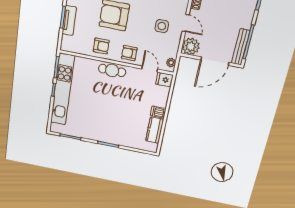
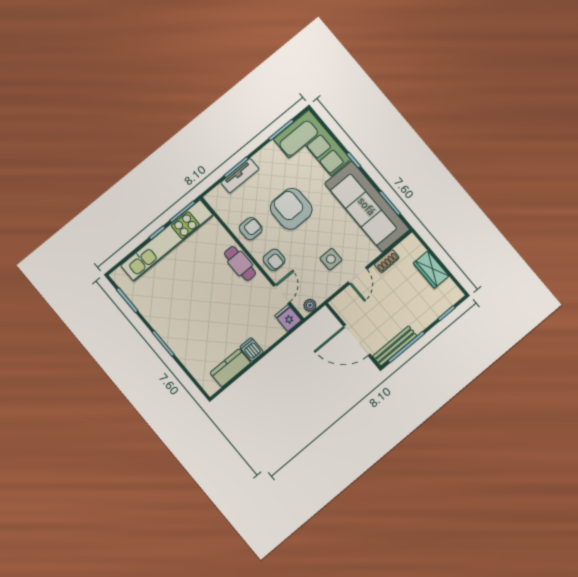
armchair: (101, 46) -> (251, 229), turned -90
plant: (191, 46) -> (344, 304), removed
armchair: (129, 53) -> (274, 260), turned 180

